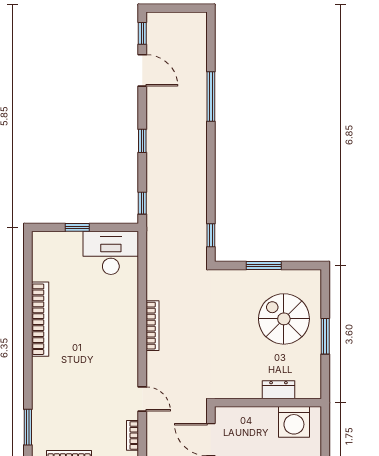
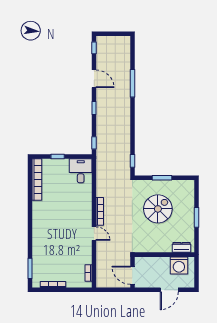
door: (142, 70) -> (94, 79), moved
desk: (111, 253) -> (81, 171), width x0.73
bookcase: (40, 319) -> (37, 179), moved
spiral stairs: (284, 319) -> (158, 209), moved, turned 90
dresser: (278, 390) -> (181, 247), moved
door: (142, 399) -> (94, 234), moved

